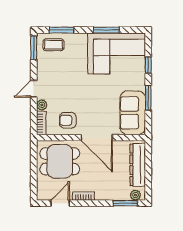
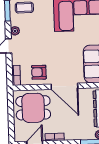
plant: (42, 105) -> (15, 31), moved

